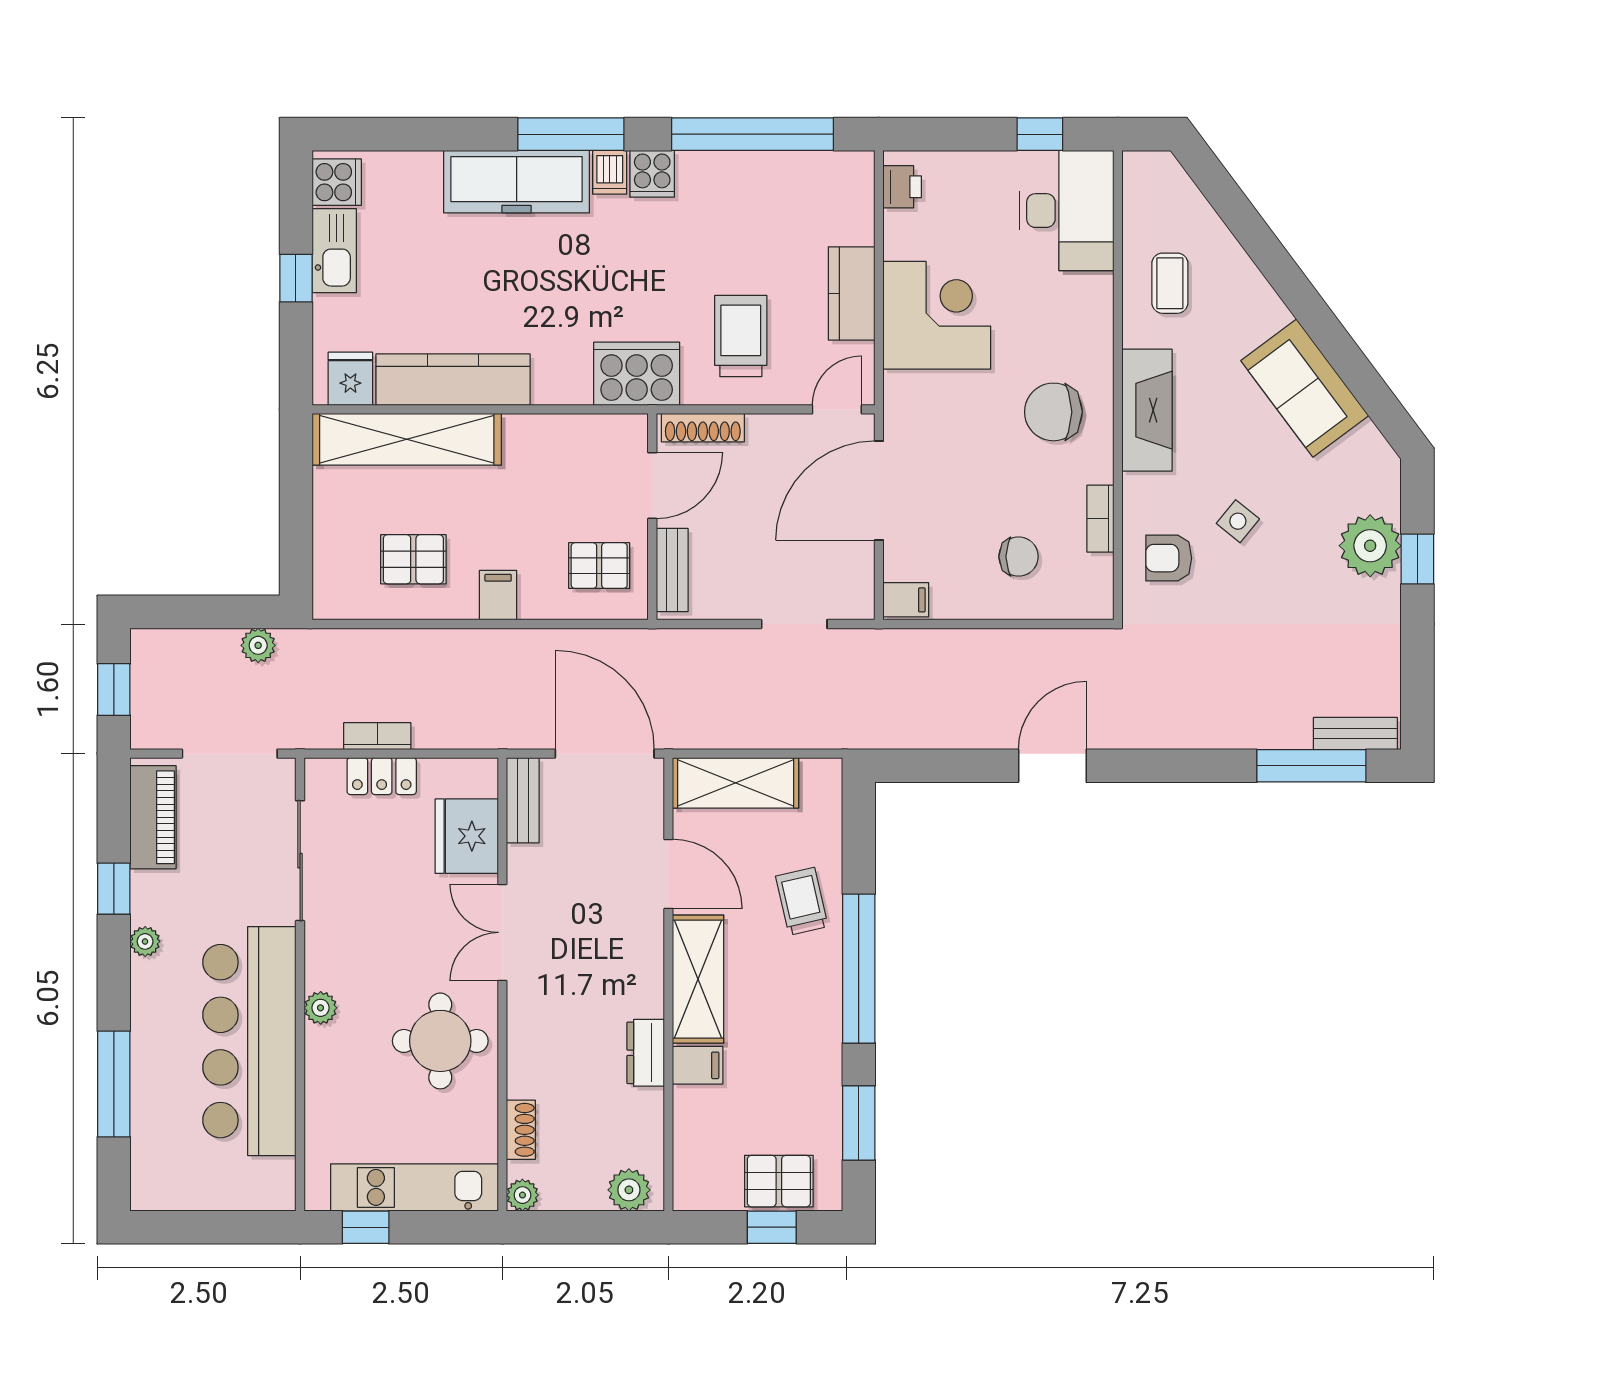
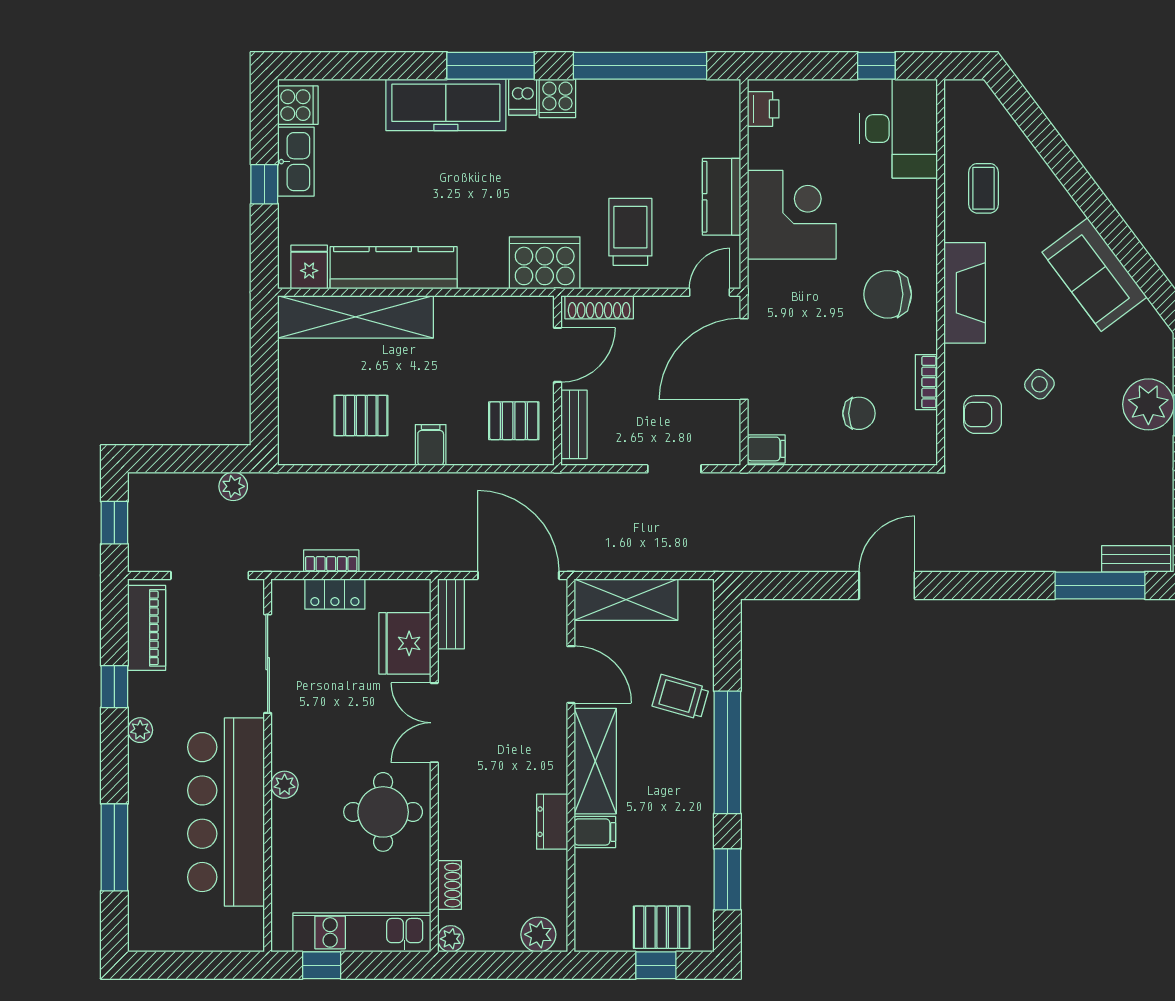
trolley: (802, 901) -> (681, 697), turned -61

